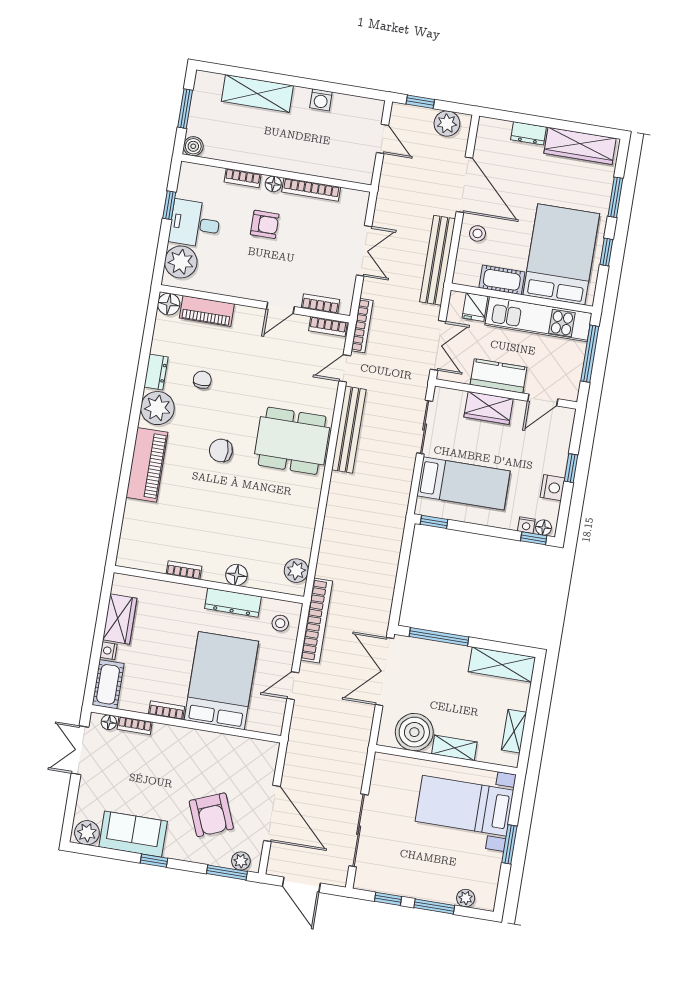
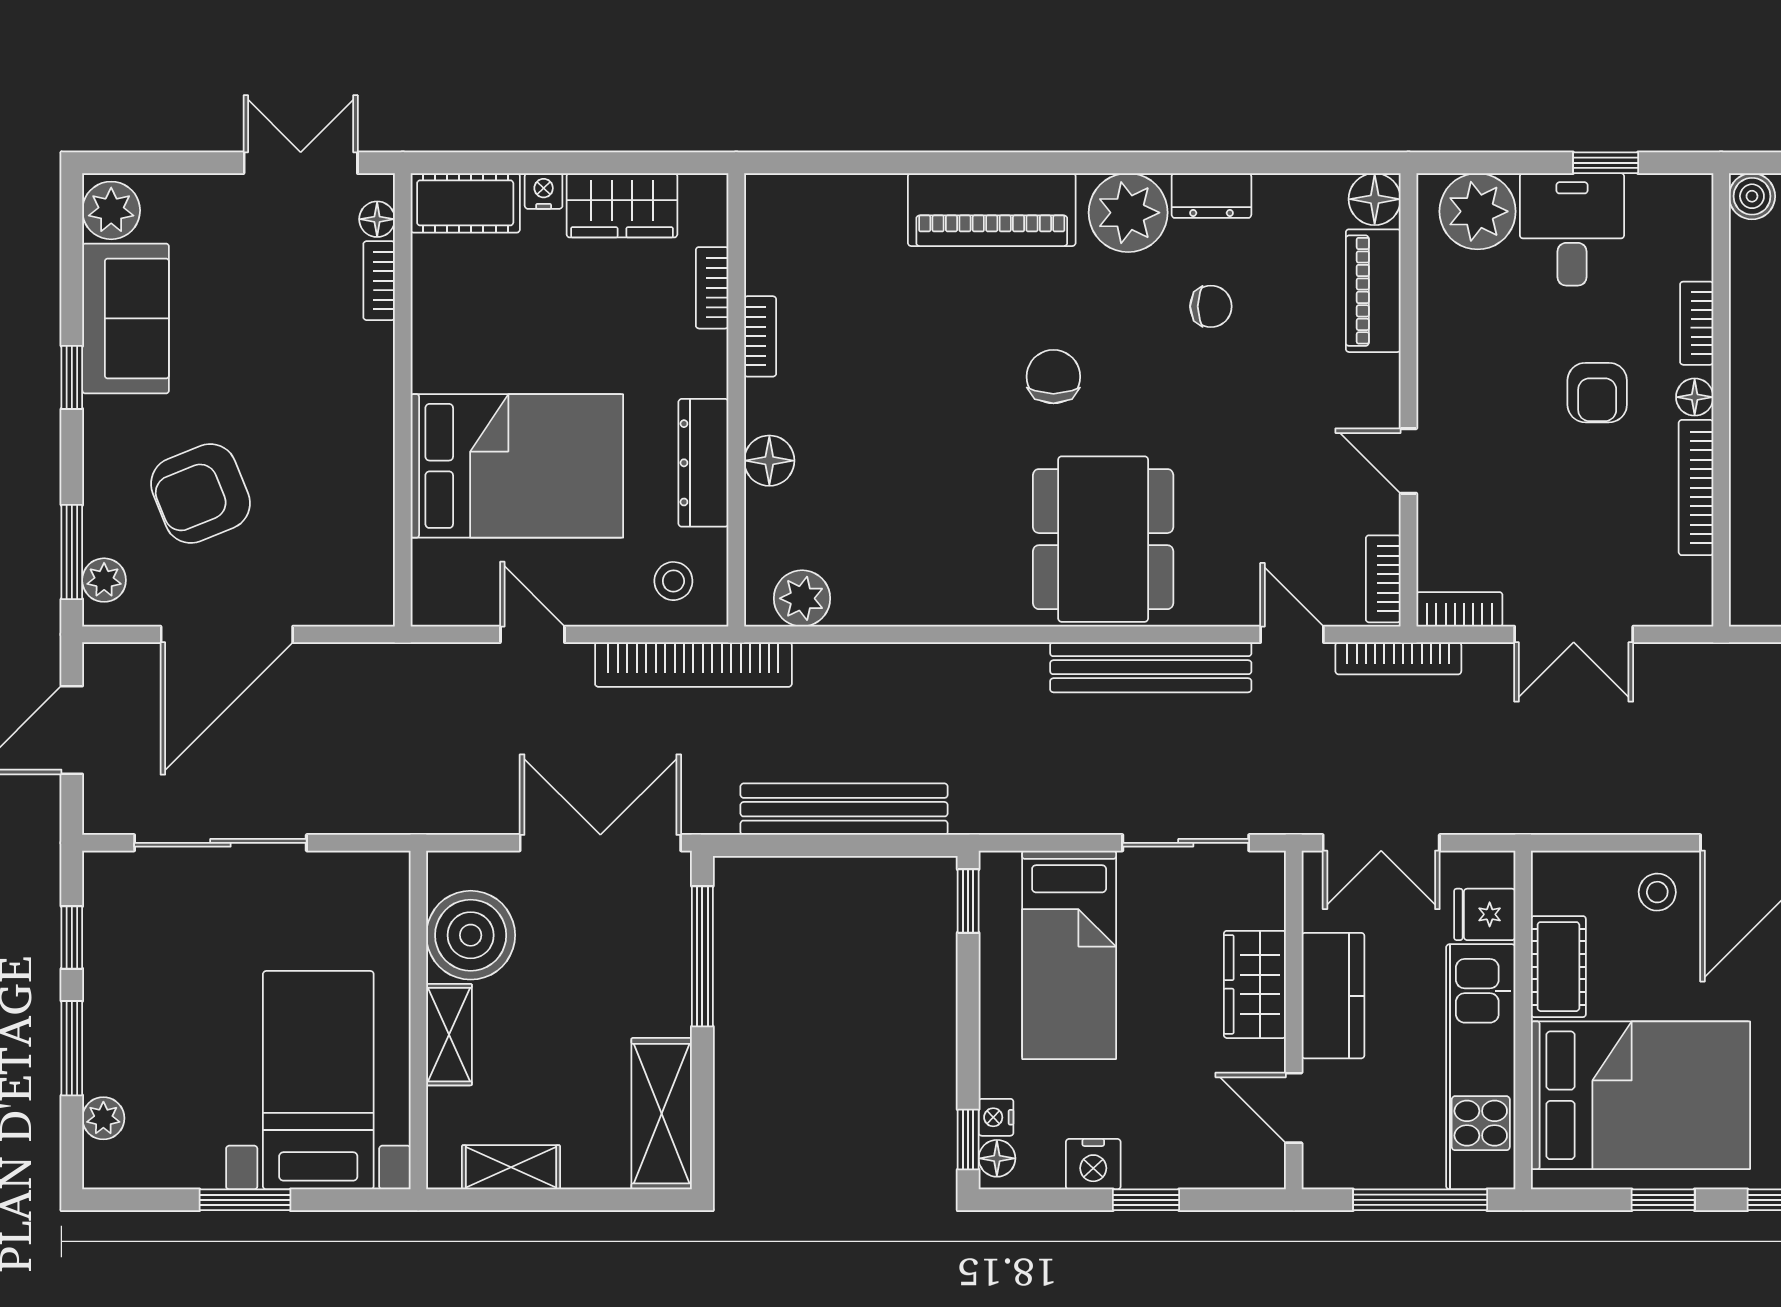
bench: (438, 260) -> (844, 809), moved
bookcase: (321, 304) -> (1459, 609), moved, turned -90
bookcase: (167, 710) -> (712, 288), moved, turned 180

